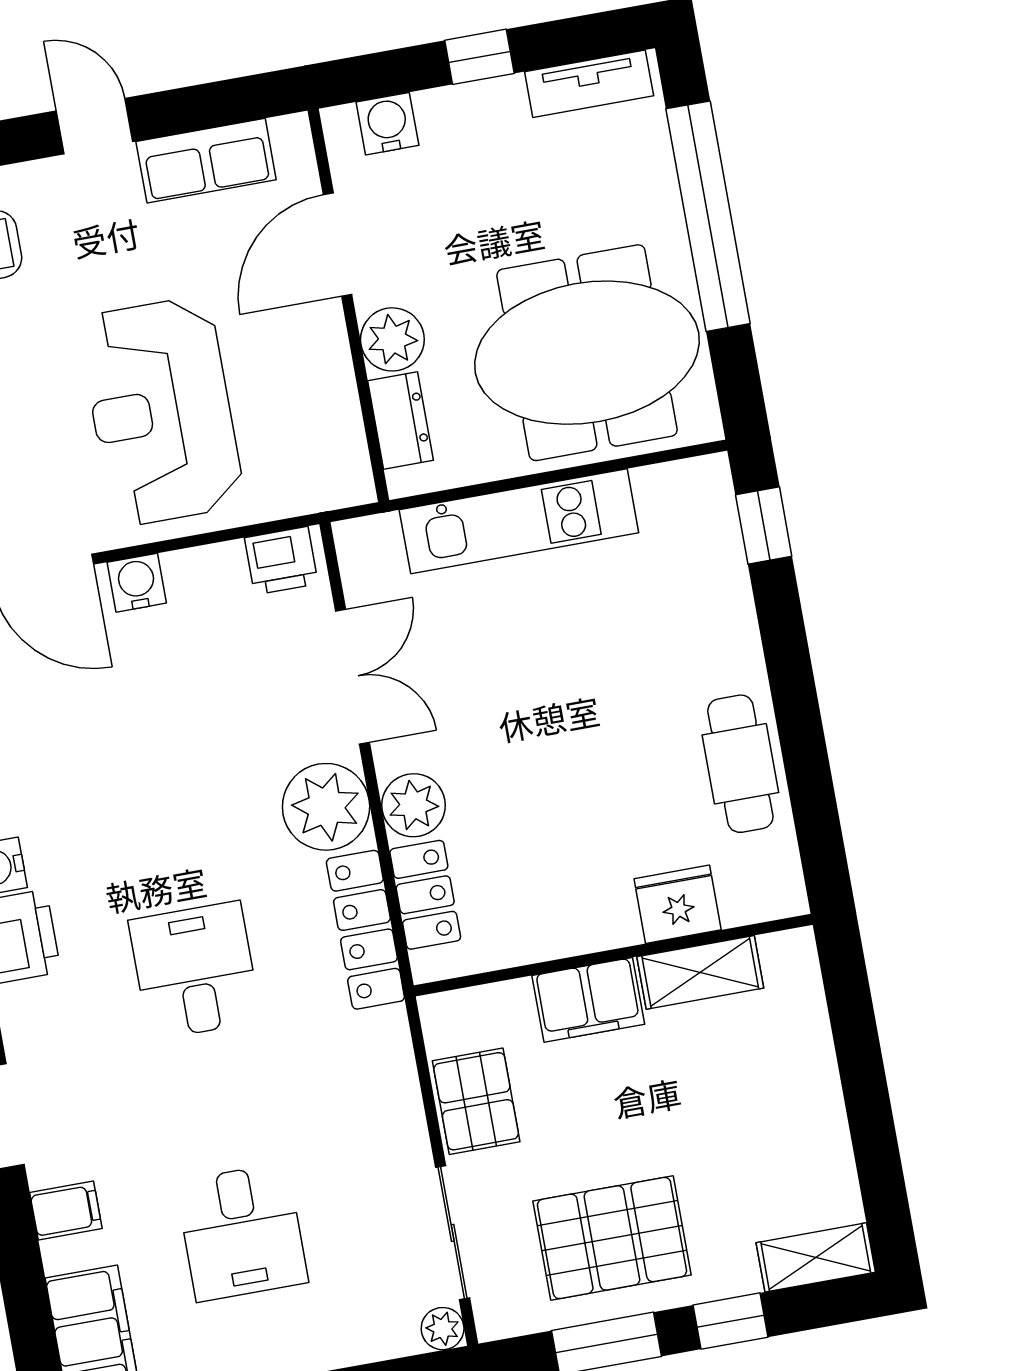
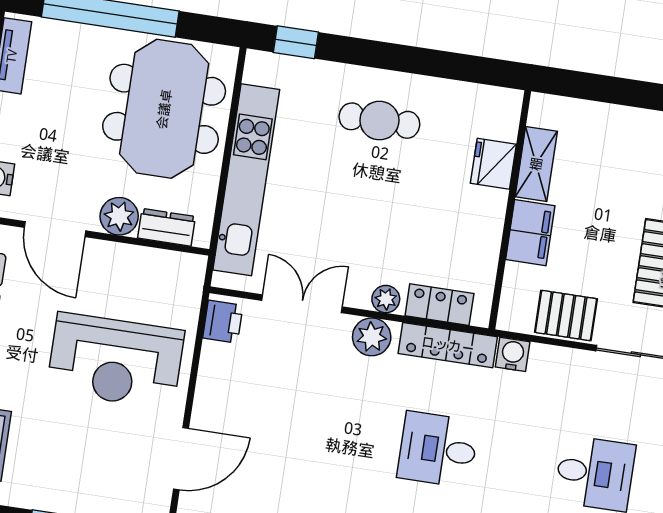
kitchen unit: (519, 521) -> (246, 180), width x1.36
water cooler: (137, 583) -> (513, 354), moved, turned 90
cafe table: (740, 764) -> (379, 121), moved
plant: (414, 805) -> (386, 299), width x0.73, depth x0.73
plant: (326, 807) -> (372, 337), width x0.73, depth x0.73

